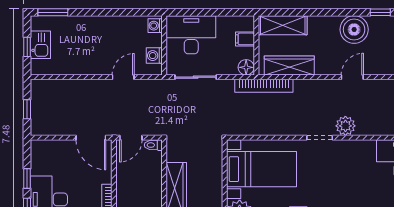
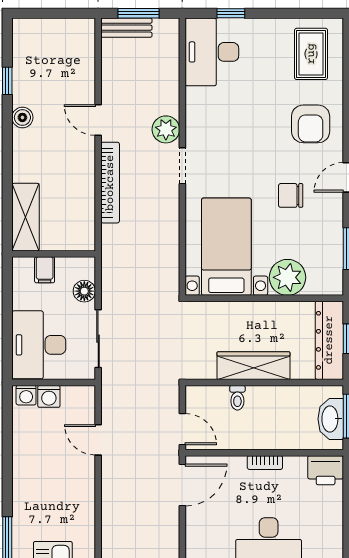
boiler: (354, 30) -> (22, 117), width x0.54, depth x0.54
washing machine: (154, 56) -> (49, 396), moved
wardrobe: (289, 66) -> (82, 208), removed
floor lamp: (246, 67) -> (84, 291), moved
bookcase: (264, 86) -> (110, 183), moved
toilet: (153, 145) -> (237, 398), moved

